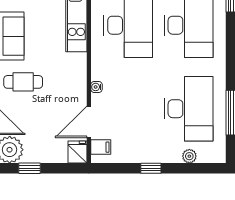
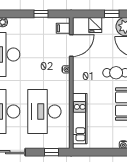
fridge: (77, 152) -> (95, 25), moved
window: (151, 168) -> (41, 14), moved

